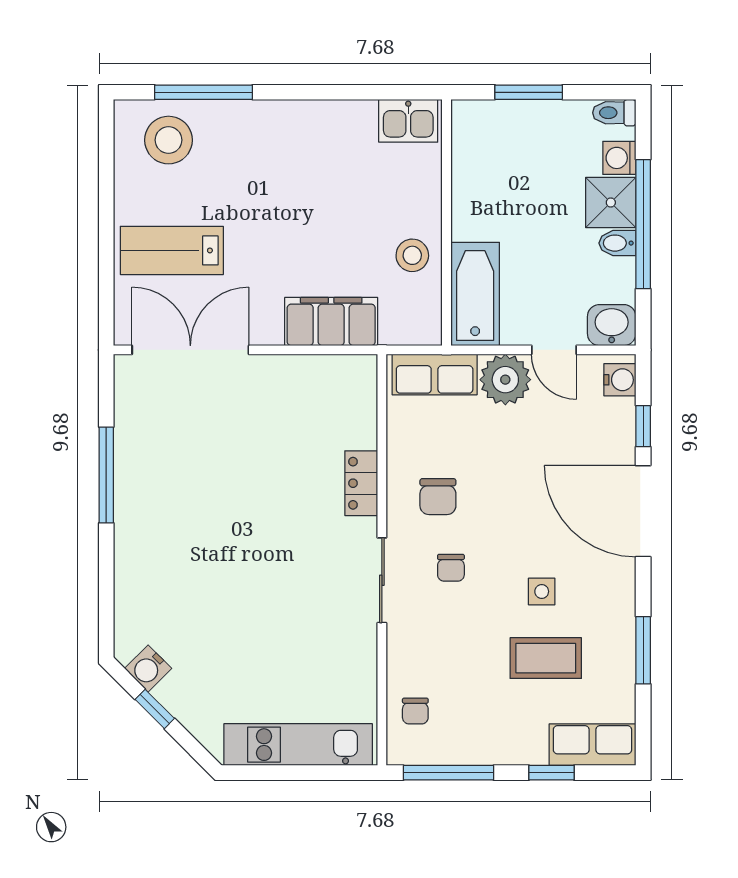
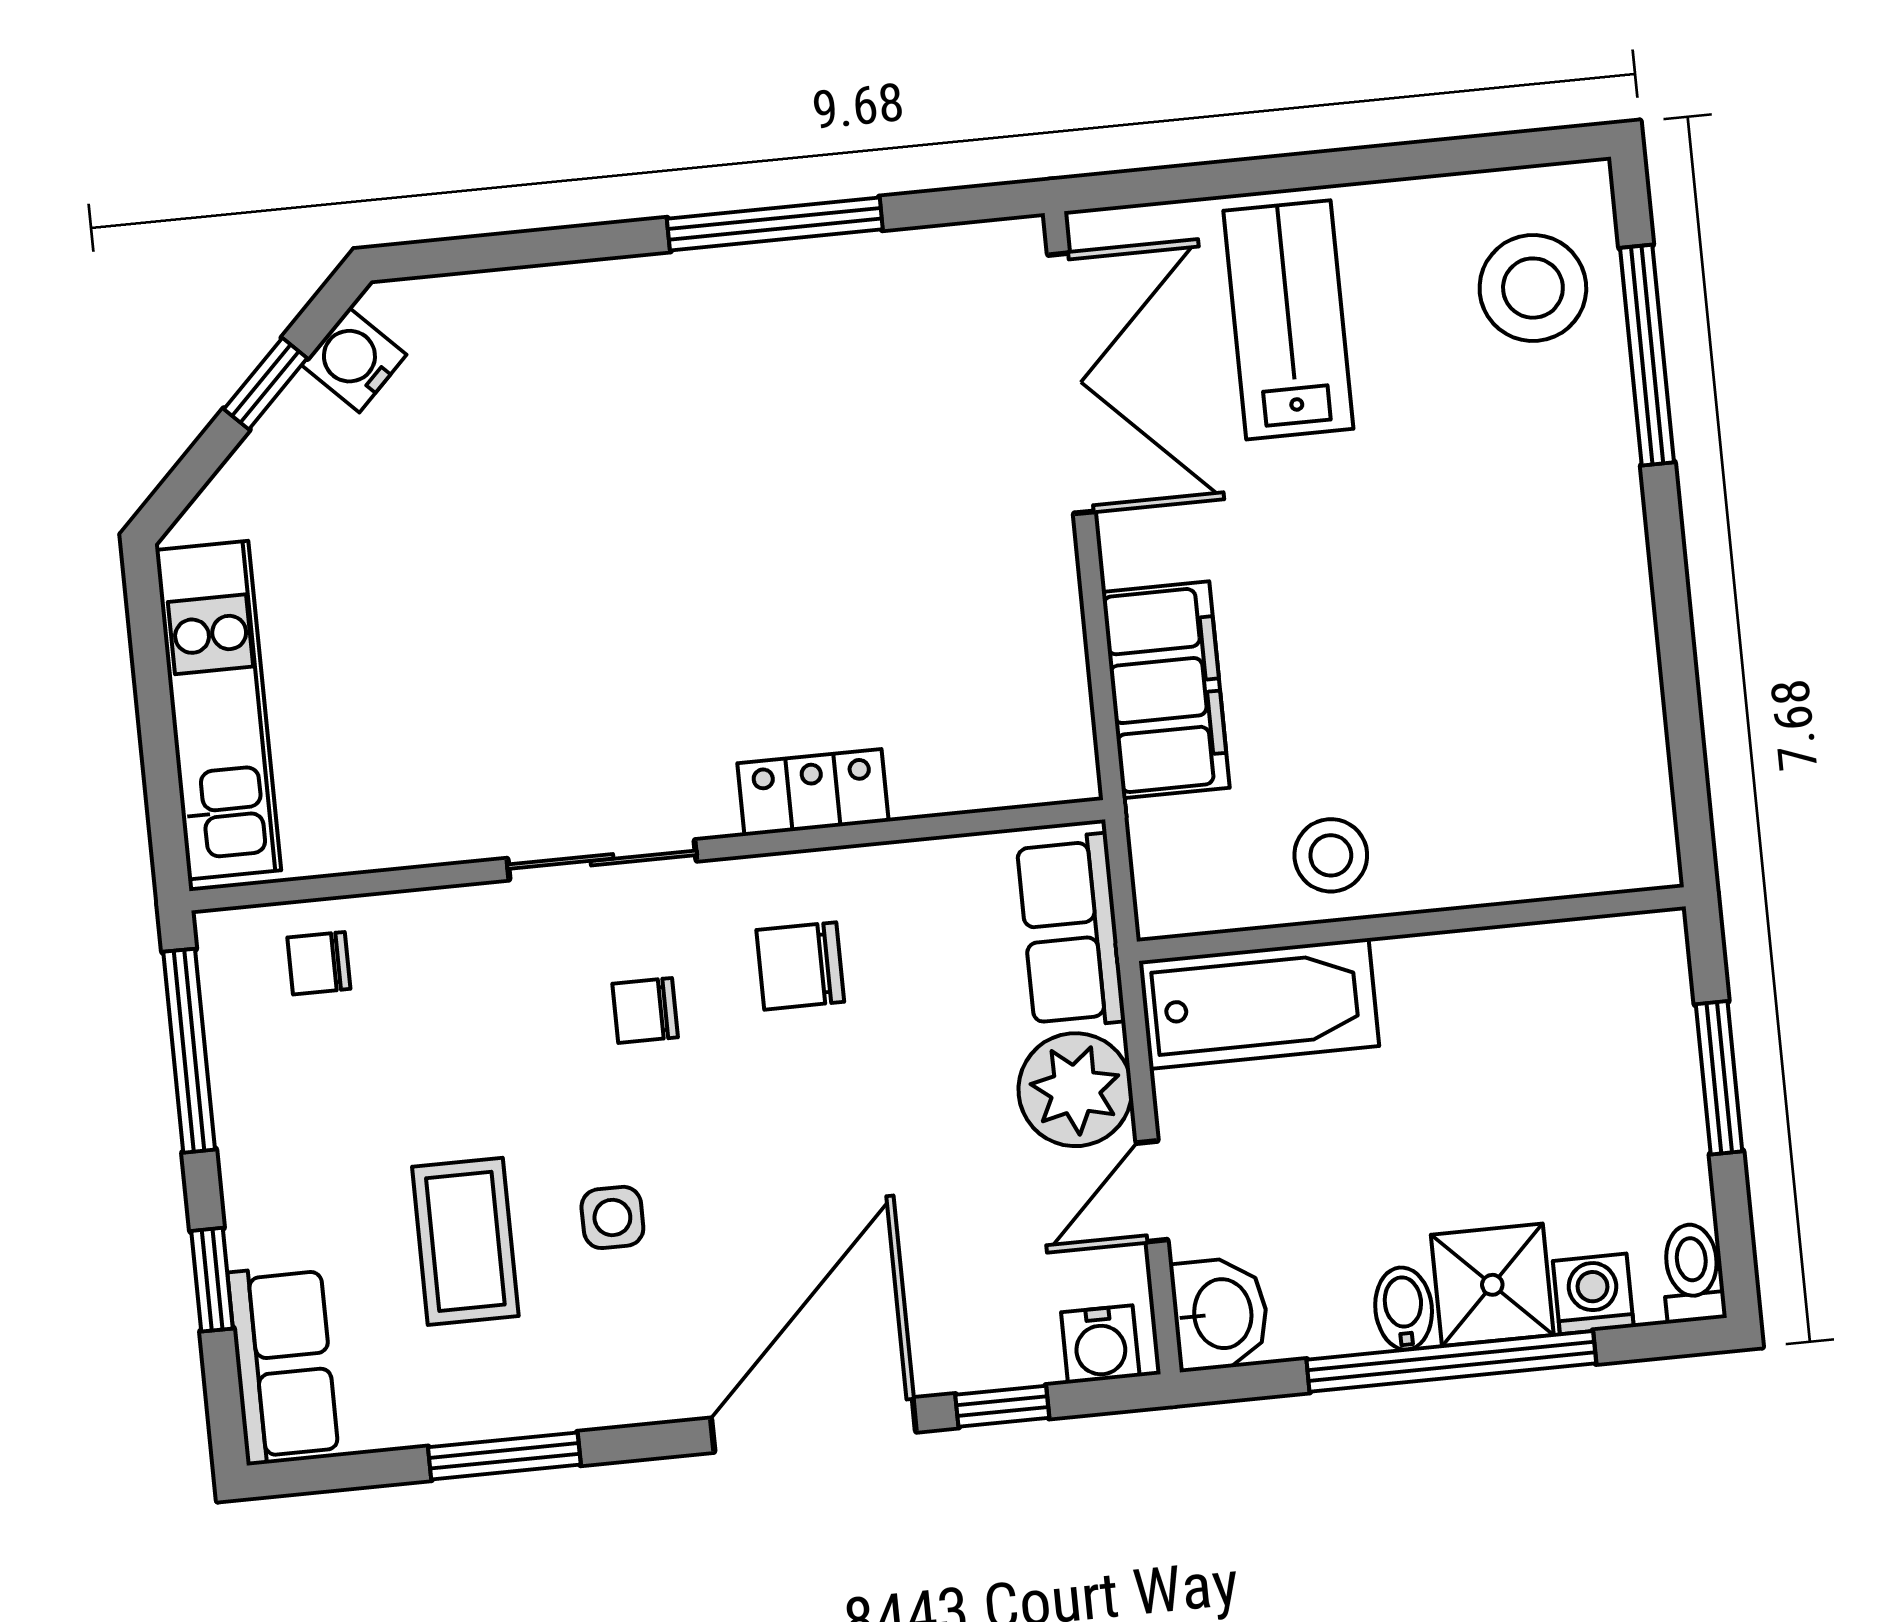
kitchen sink: (408, 121) -> (1629, 816), removed

